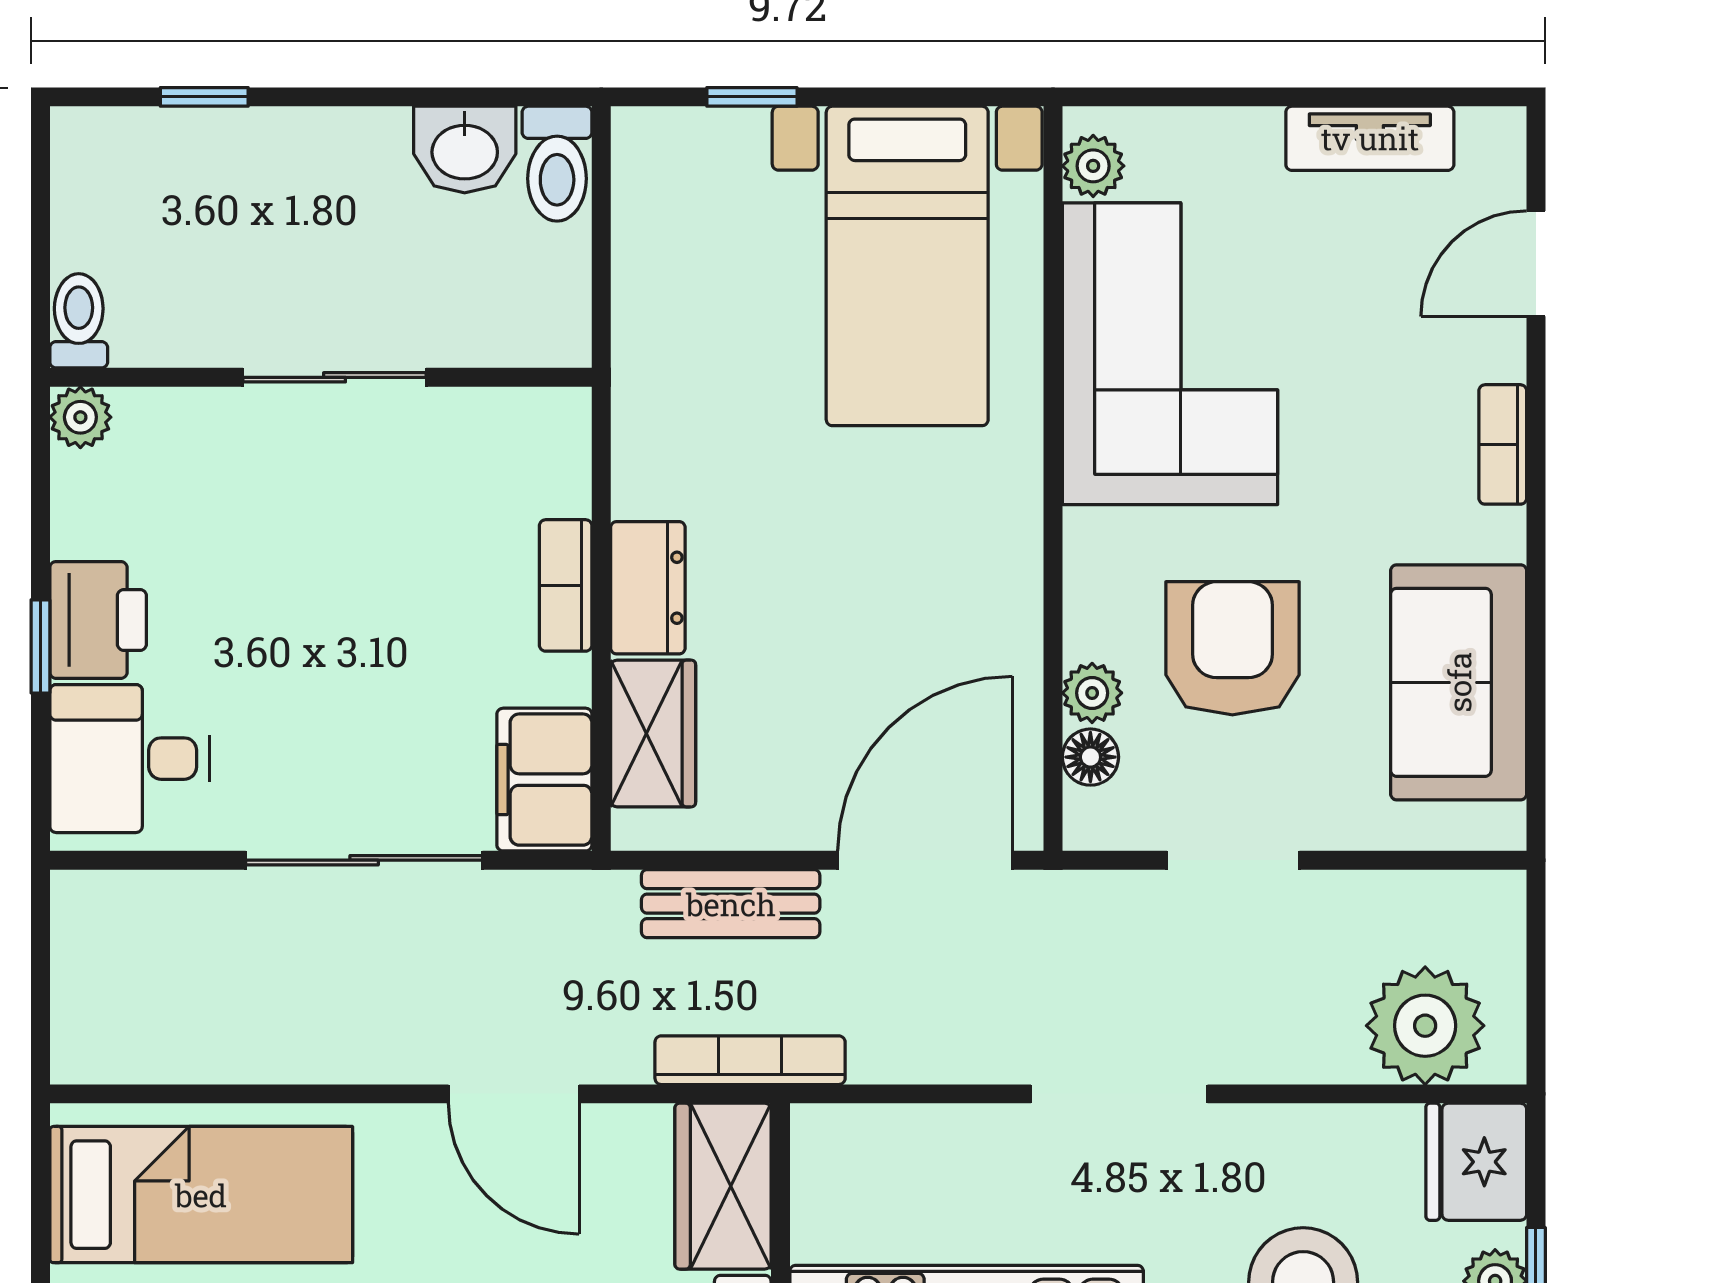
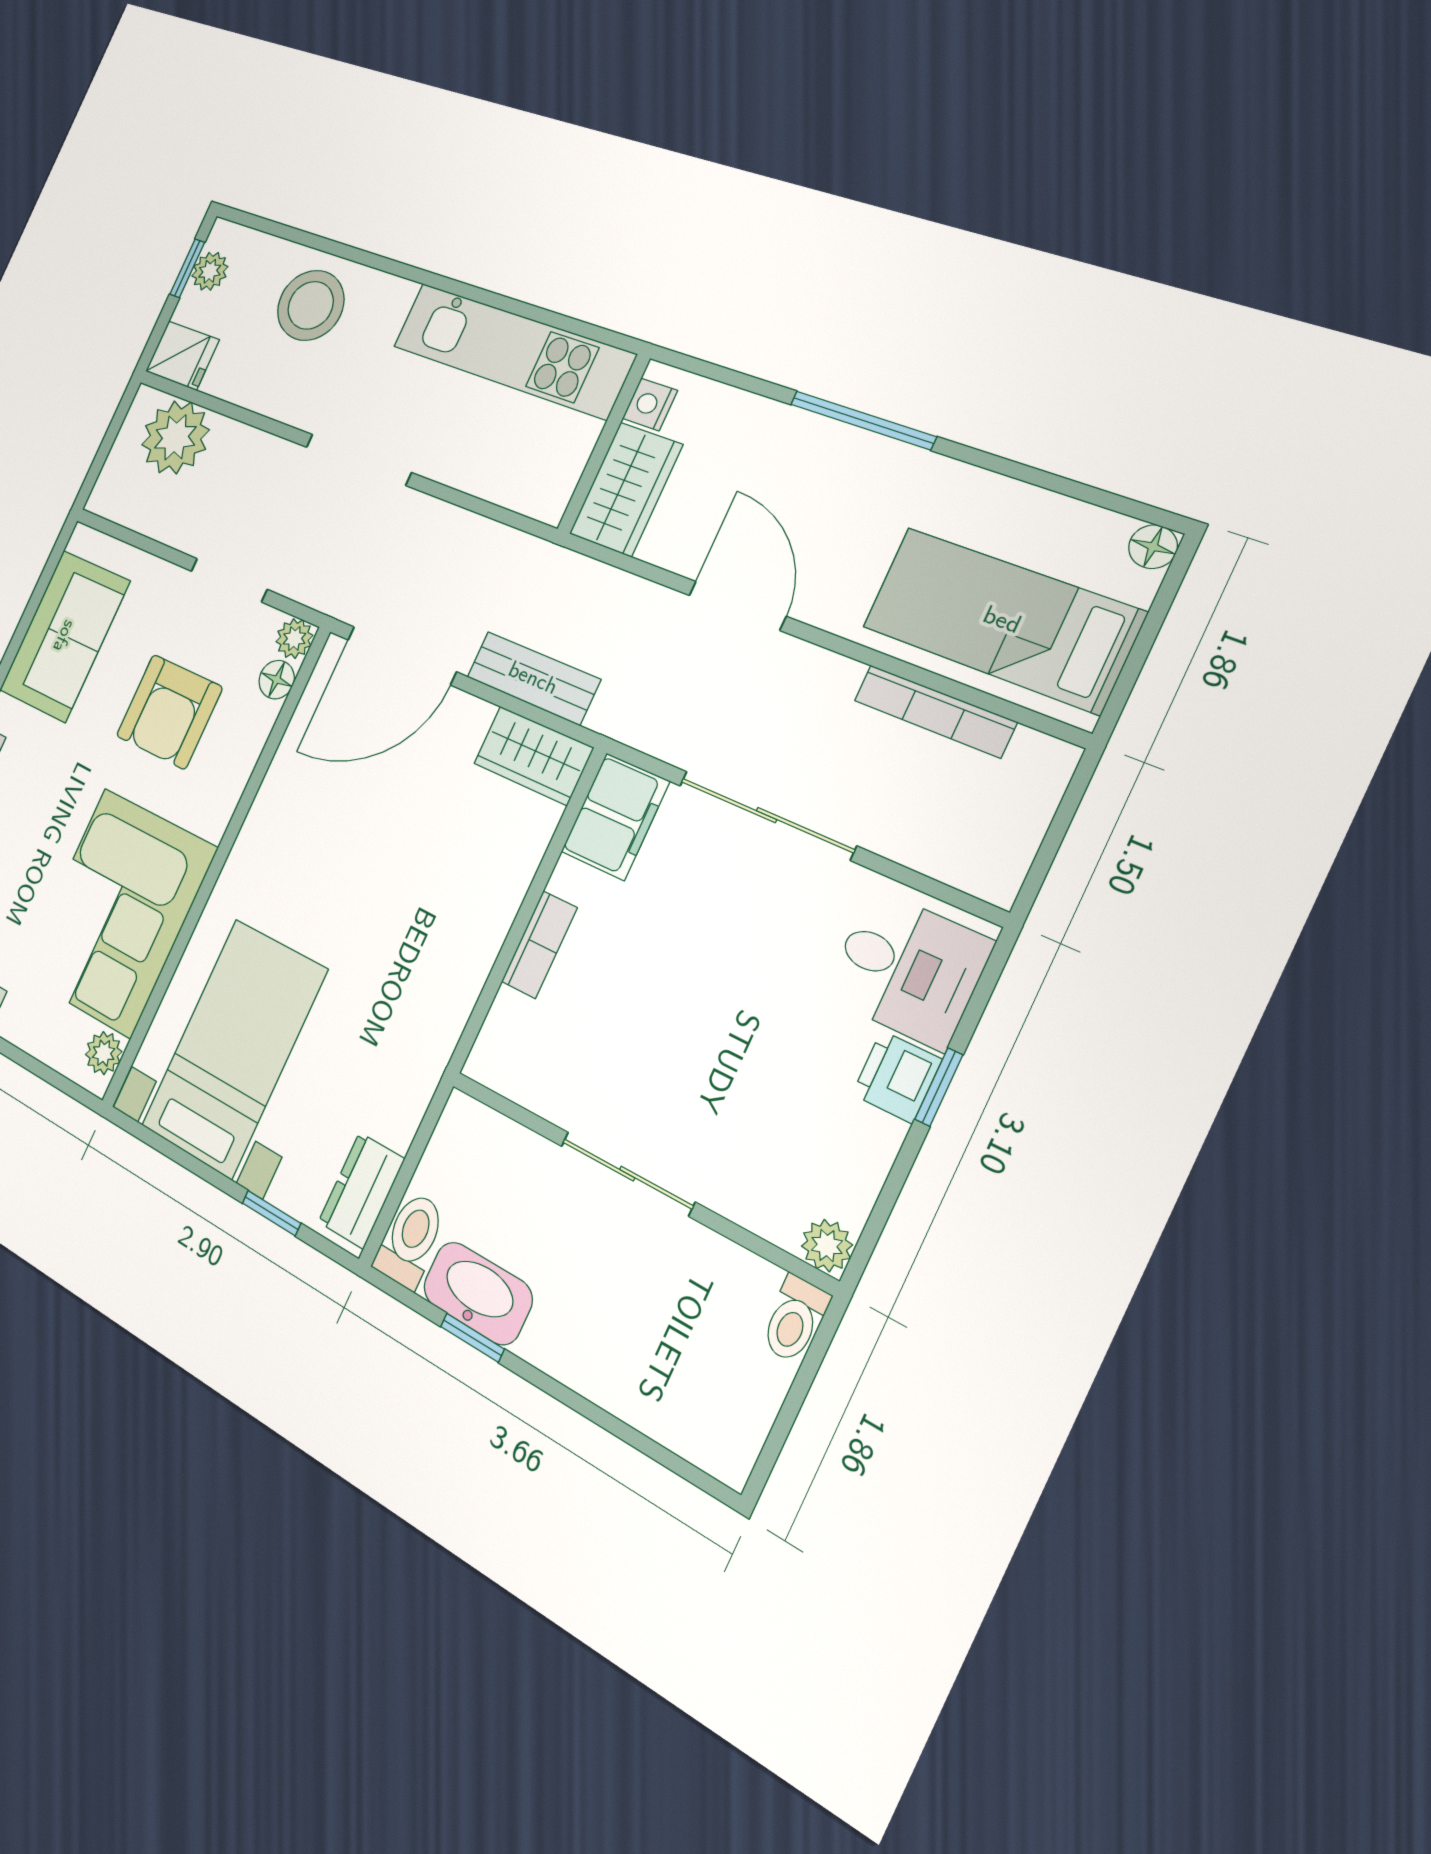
window: (204, 97) -> (472, 1338), moved
washbasin: (465, 150) -> (478, 1293), width x1.38
dresser: (648, 588) -> (361, 1191), moved
printer: (98, 620) -> (897, 1077), width x0.73, depth x0.81
plant: (1092, 693) -> (294, 639), moved
wardrobe: (653, 733) -> (533, 756), moved, turned -90
bookcase: (750, 1060) -> (935, 711), moved
fridge: (1476, 1162) -> (182, 356), width x0.72

